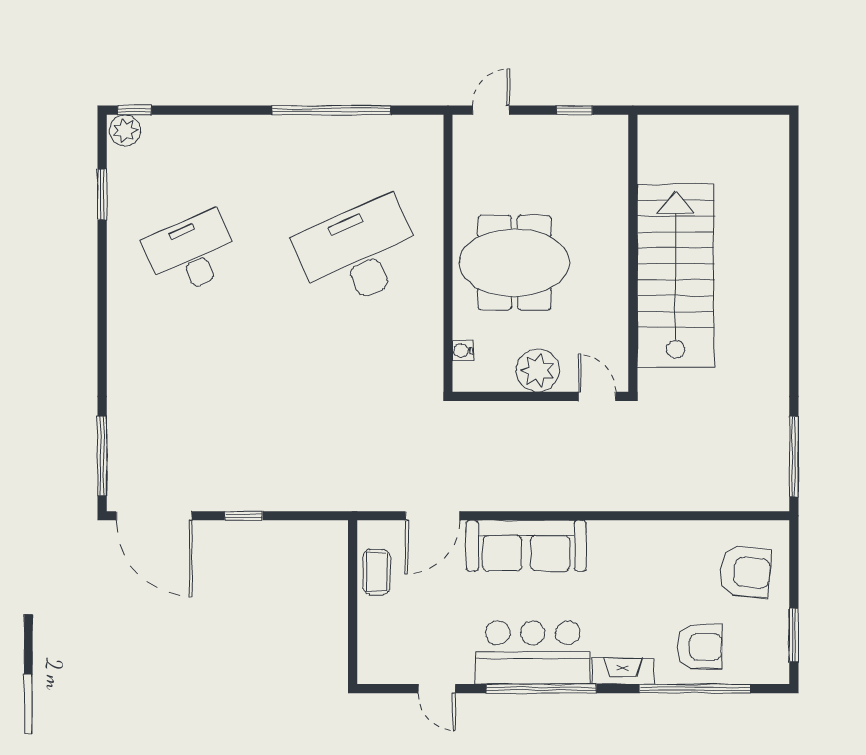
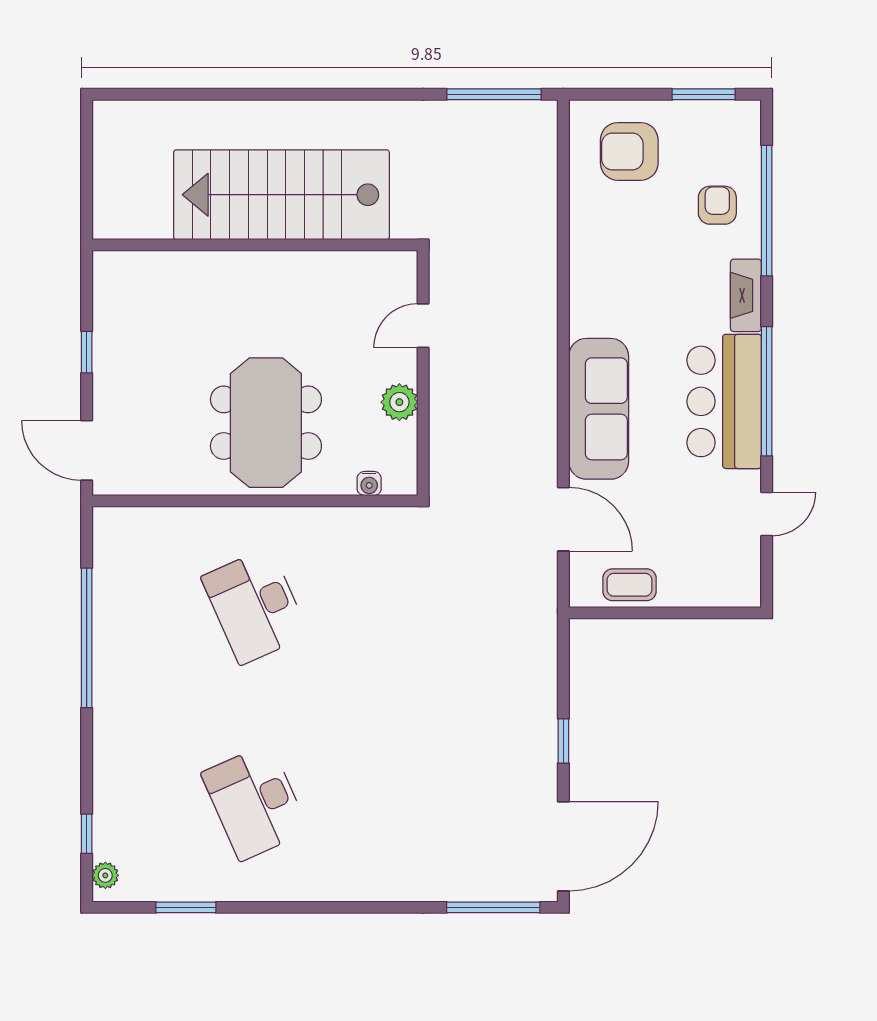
window: (135, 110) -> (87, 834), moved
door: (491, 110) -> (87, 450), width x1.37
plant: (125, 130) -> (105, 875), width x0.73, depth x0.73
desk: (358, 253) -> (255, 606), width x0.73, depth x0.77
wall: (633, 253) -> (255, 245), moved
stairs: (676, 276) -> (281, 195), moved
plant: (538, 370) -> (399, 402), width x0.73, depth x0.73
armchair: (745, 572) -> (629, 151), turned -96
armchair: (700, 647) -> (717, 205), width x0.72, depth x0.72

